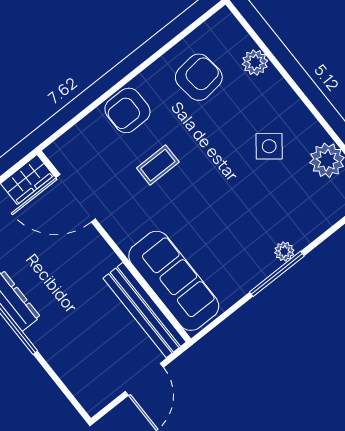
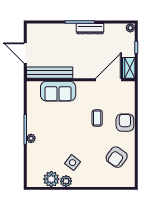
plant: (255, 62) -> (66, 181), moved
armchair: (199, 77) -> (117, 157), turned 42
sofa: (174, 281) -> (58, 91), width x0.73

